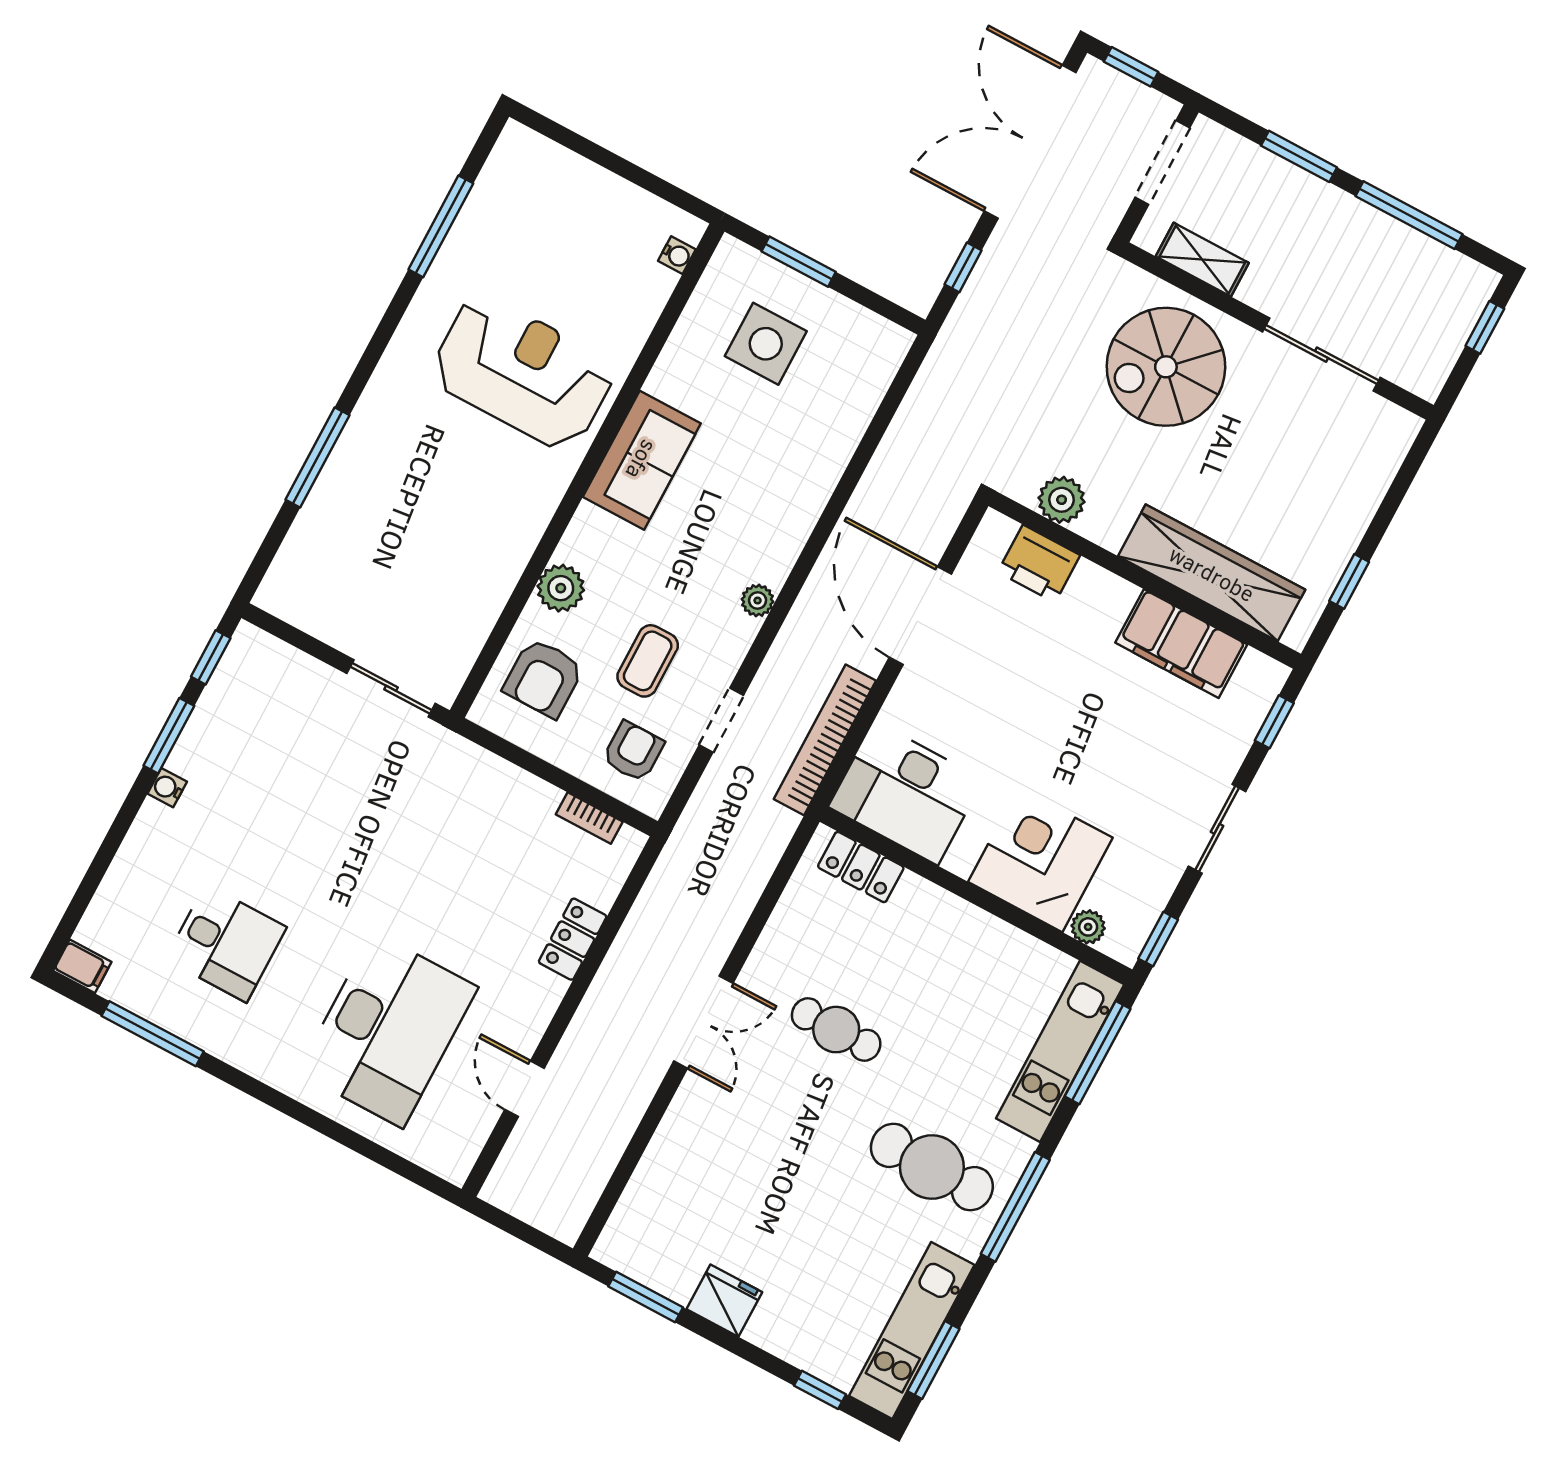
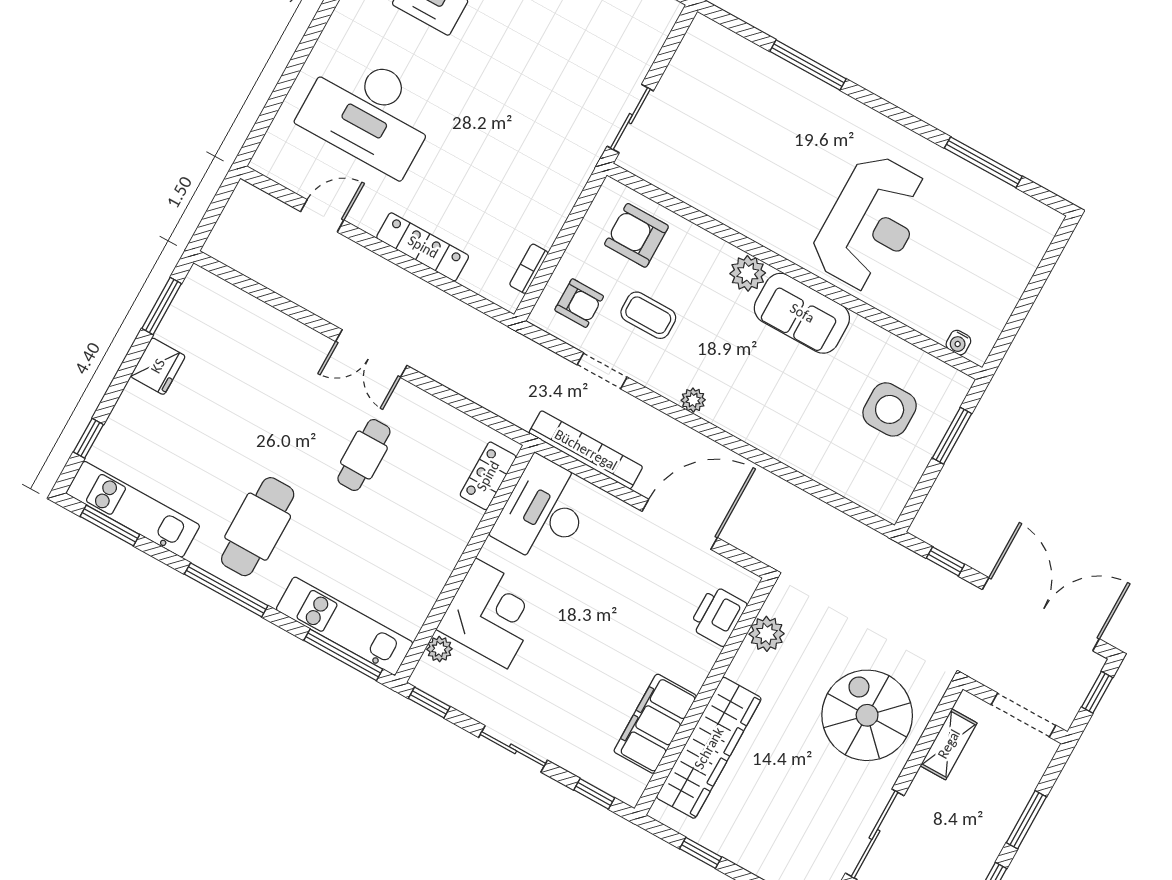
plant: (561, 588) -> (748, 273), moved
locker: (573, 939) -> (423, 247), width x1.53

